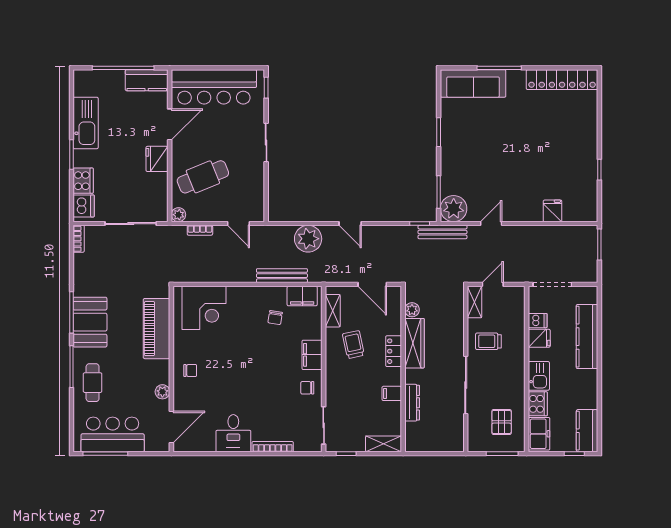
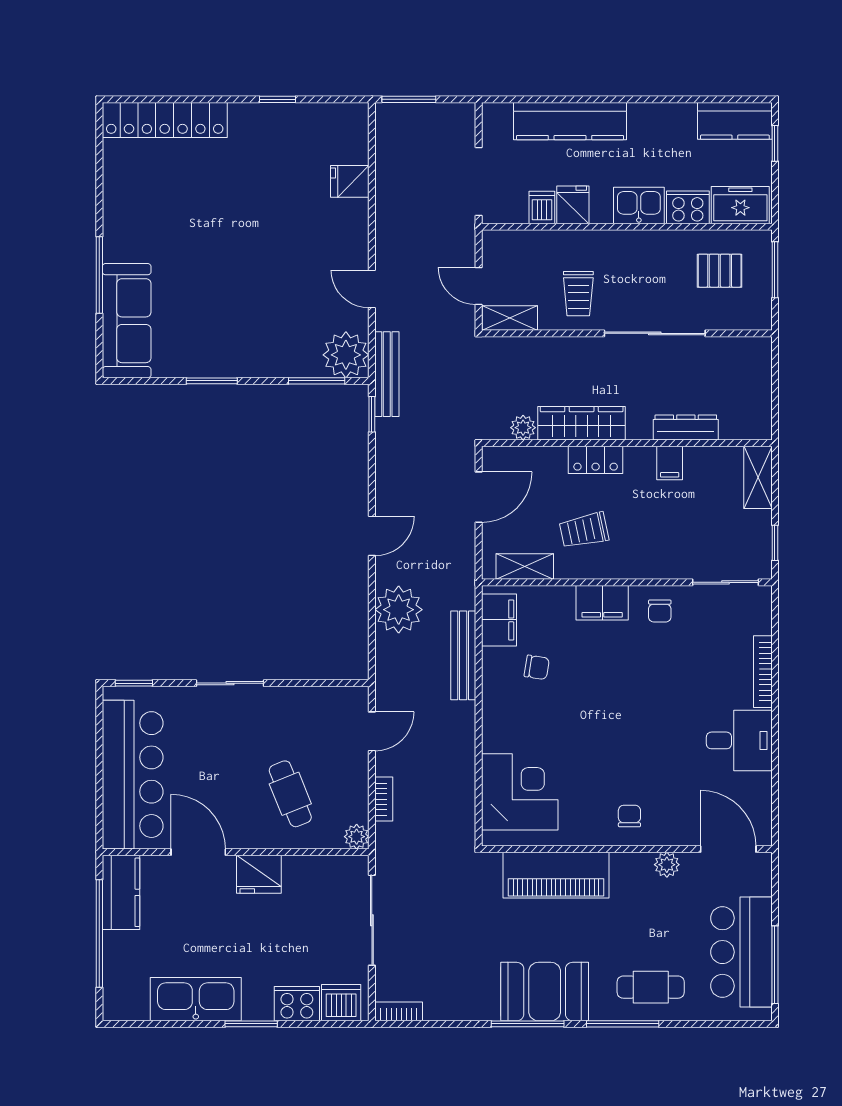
locker: (562, 80) -> (165, 120), moved, turned 90
cafe table: (203, 177) -> (290, 794), width x0.73, depth x0.74

